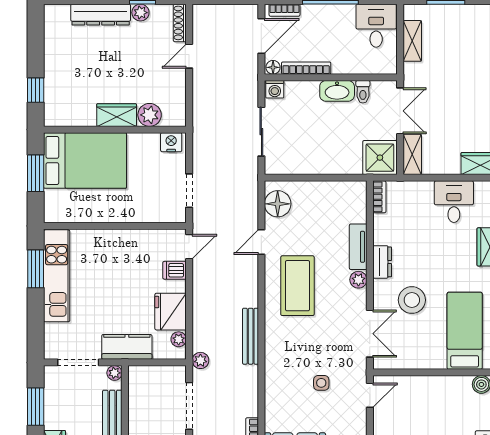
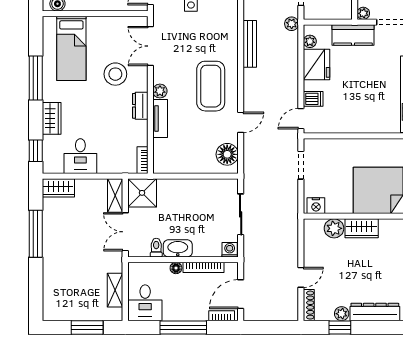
floor lamp: (273, 67) -> (176, 268), moved

